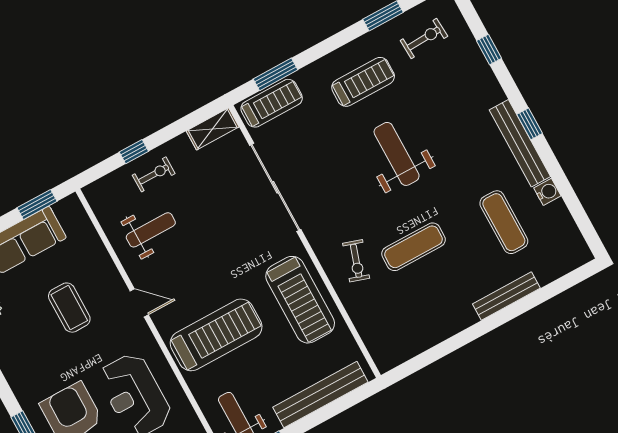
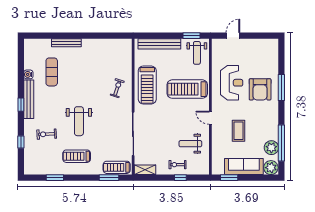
exercise bike: (424, 38) -> (47, 134), moved
exercise mat: (414, 247) -> (92, 81), removed
treadmill: (300, 300) -> (147, 85), turned 180

